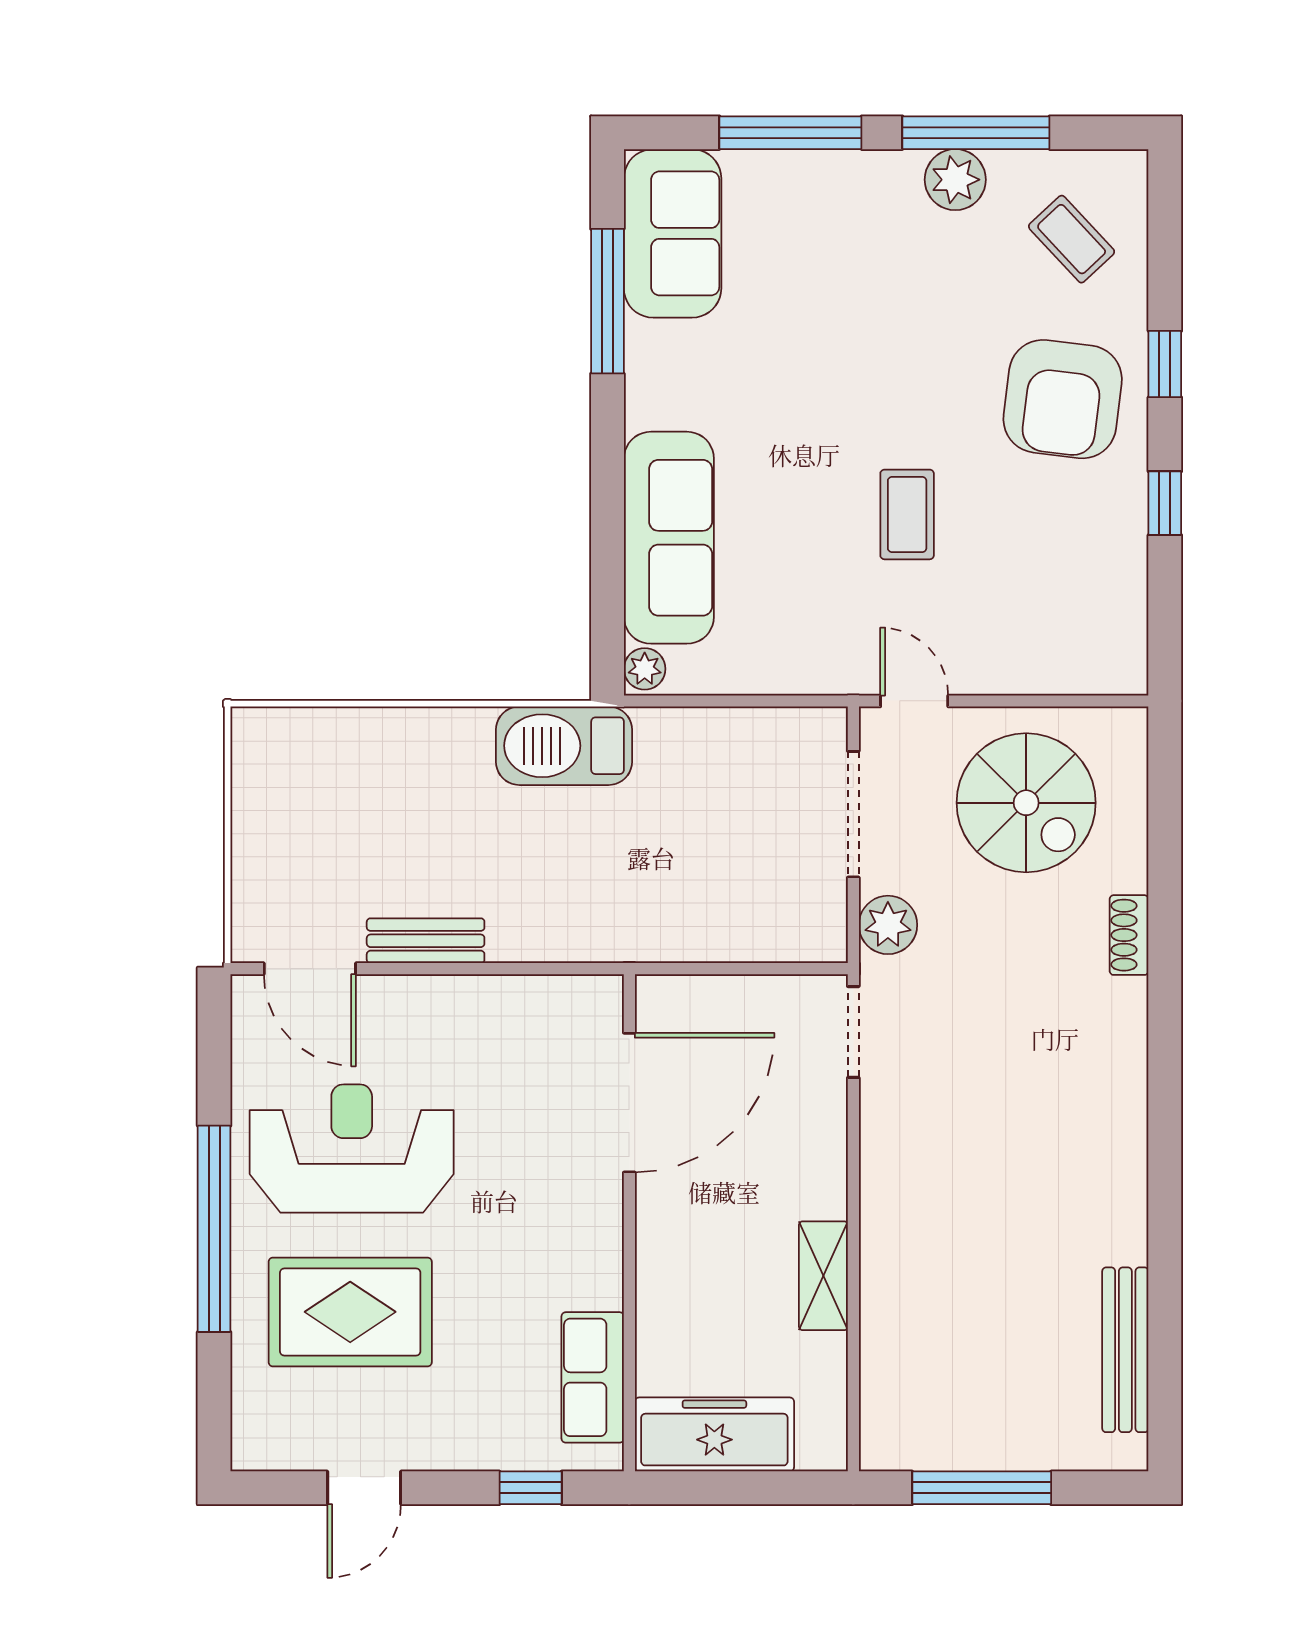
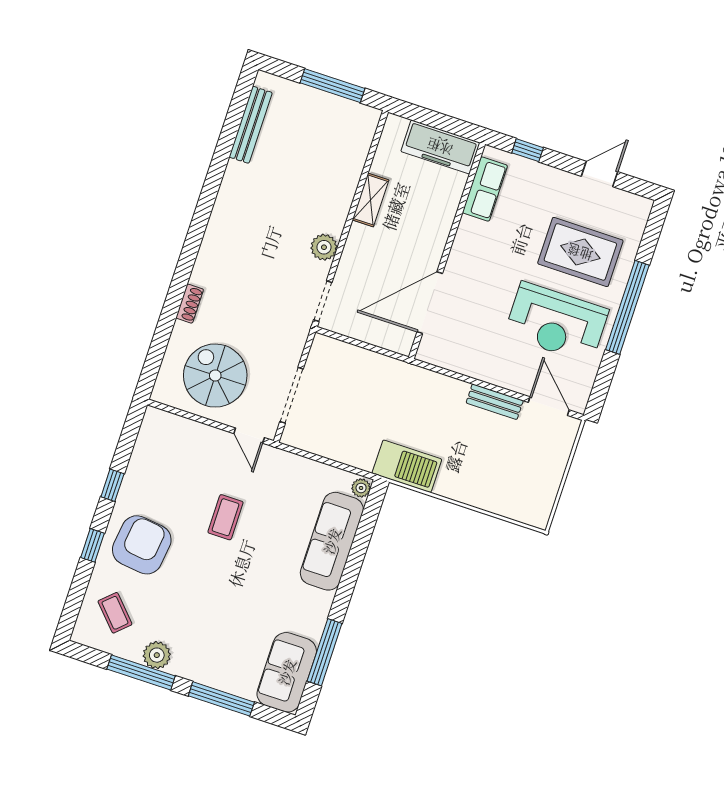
plant: (888, 925) -> (324, 247), moved

